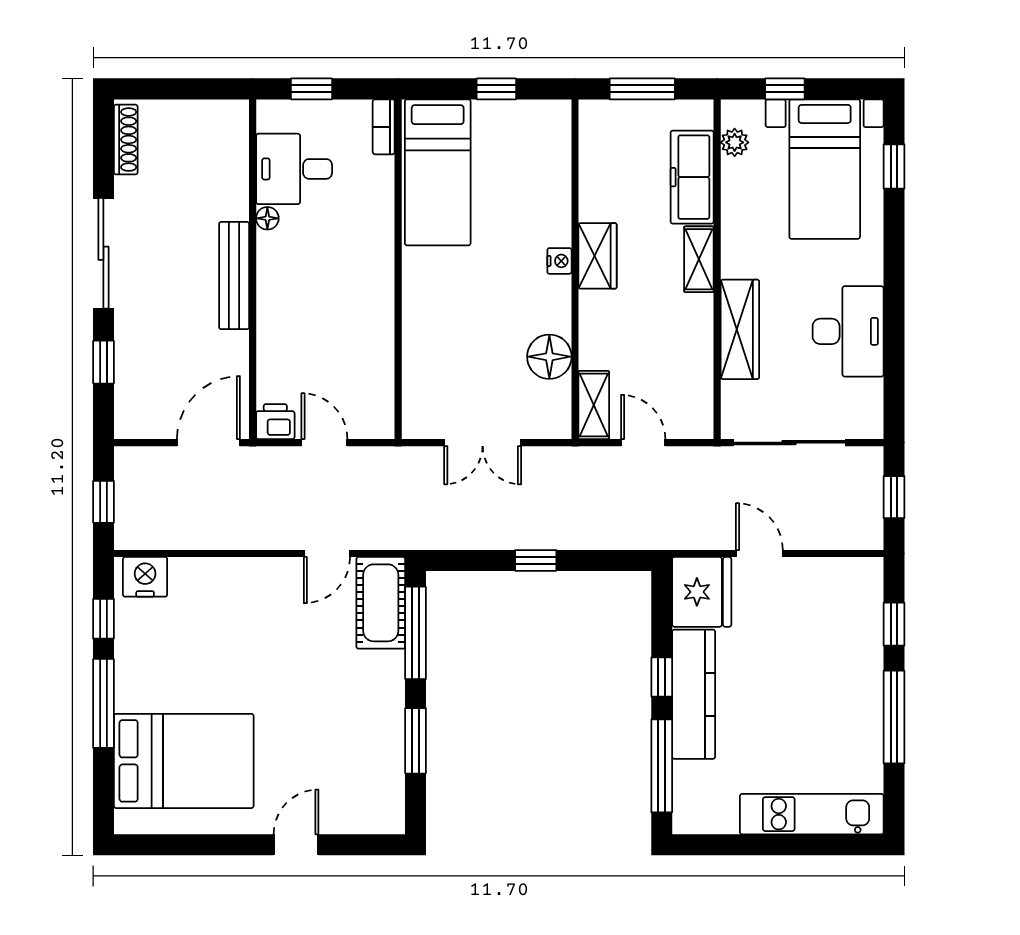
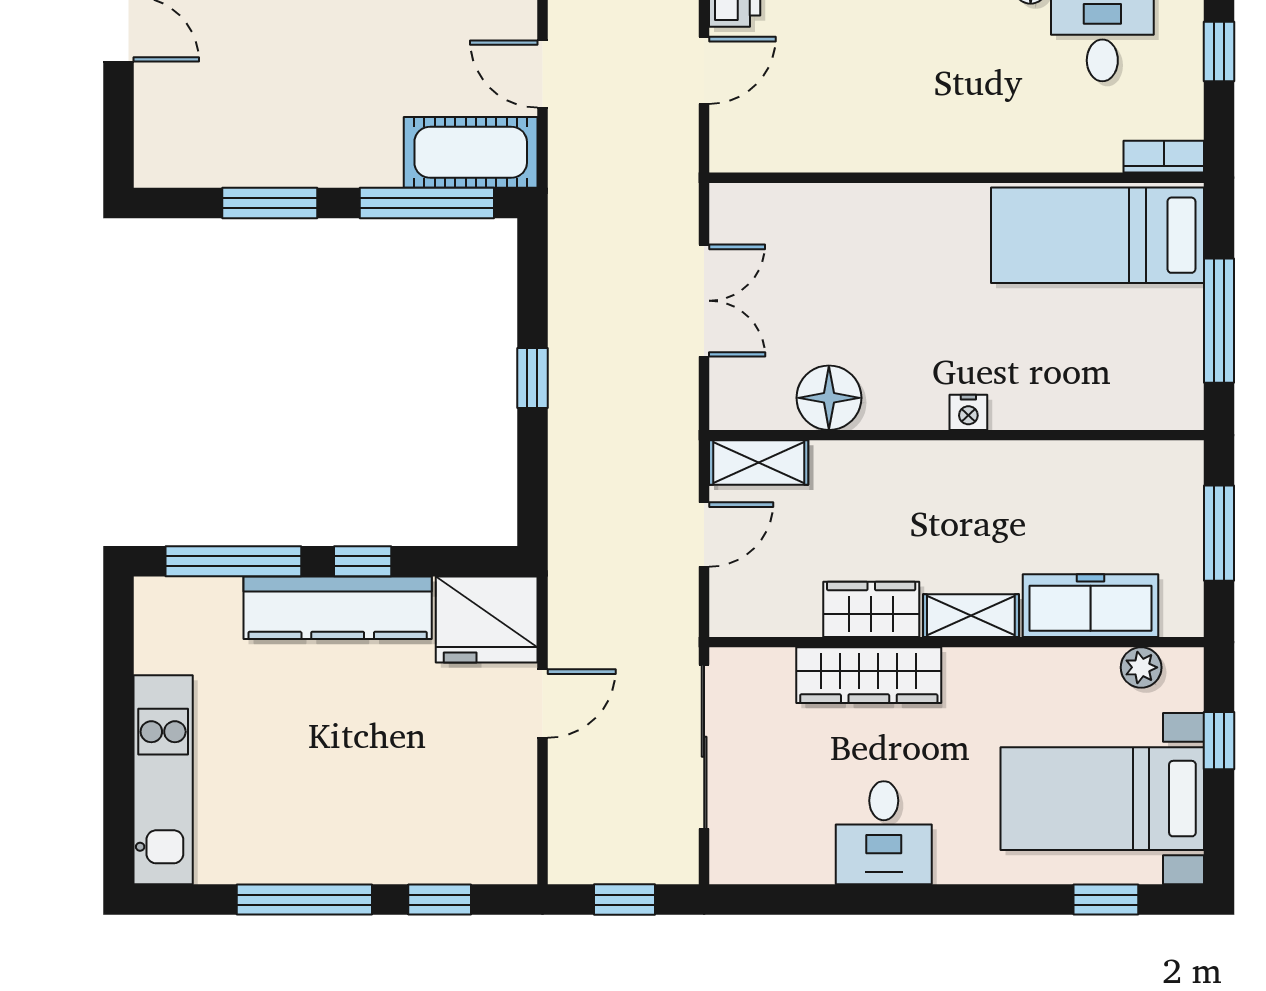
window: (496, 89) -> (1219, 321), width x2.17
wardrobe: (598, 256) -> (871, 609), moved, turned 180
desk: (848, 331) -> (884, 833), width x0.73
double door: (483, 443) -> (704, 301), swing flipped

